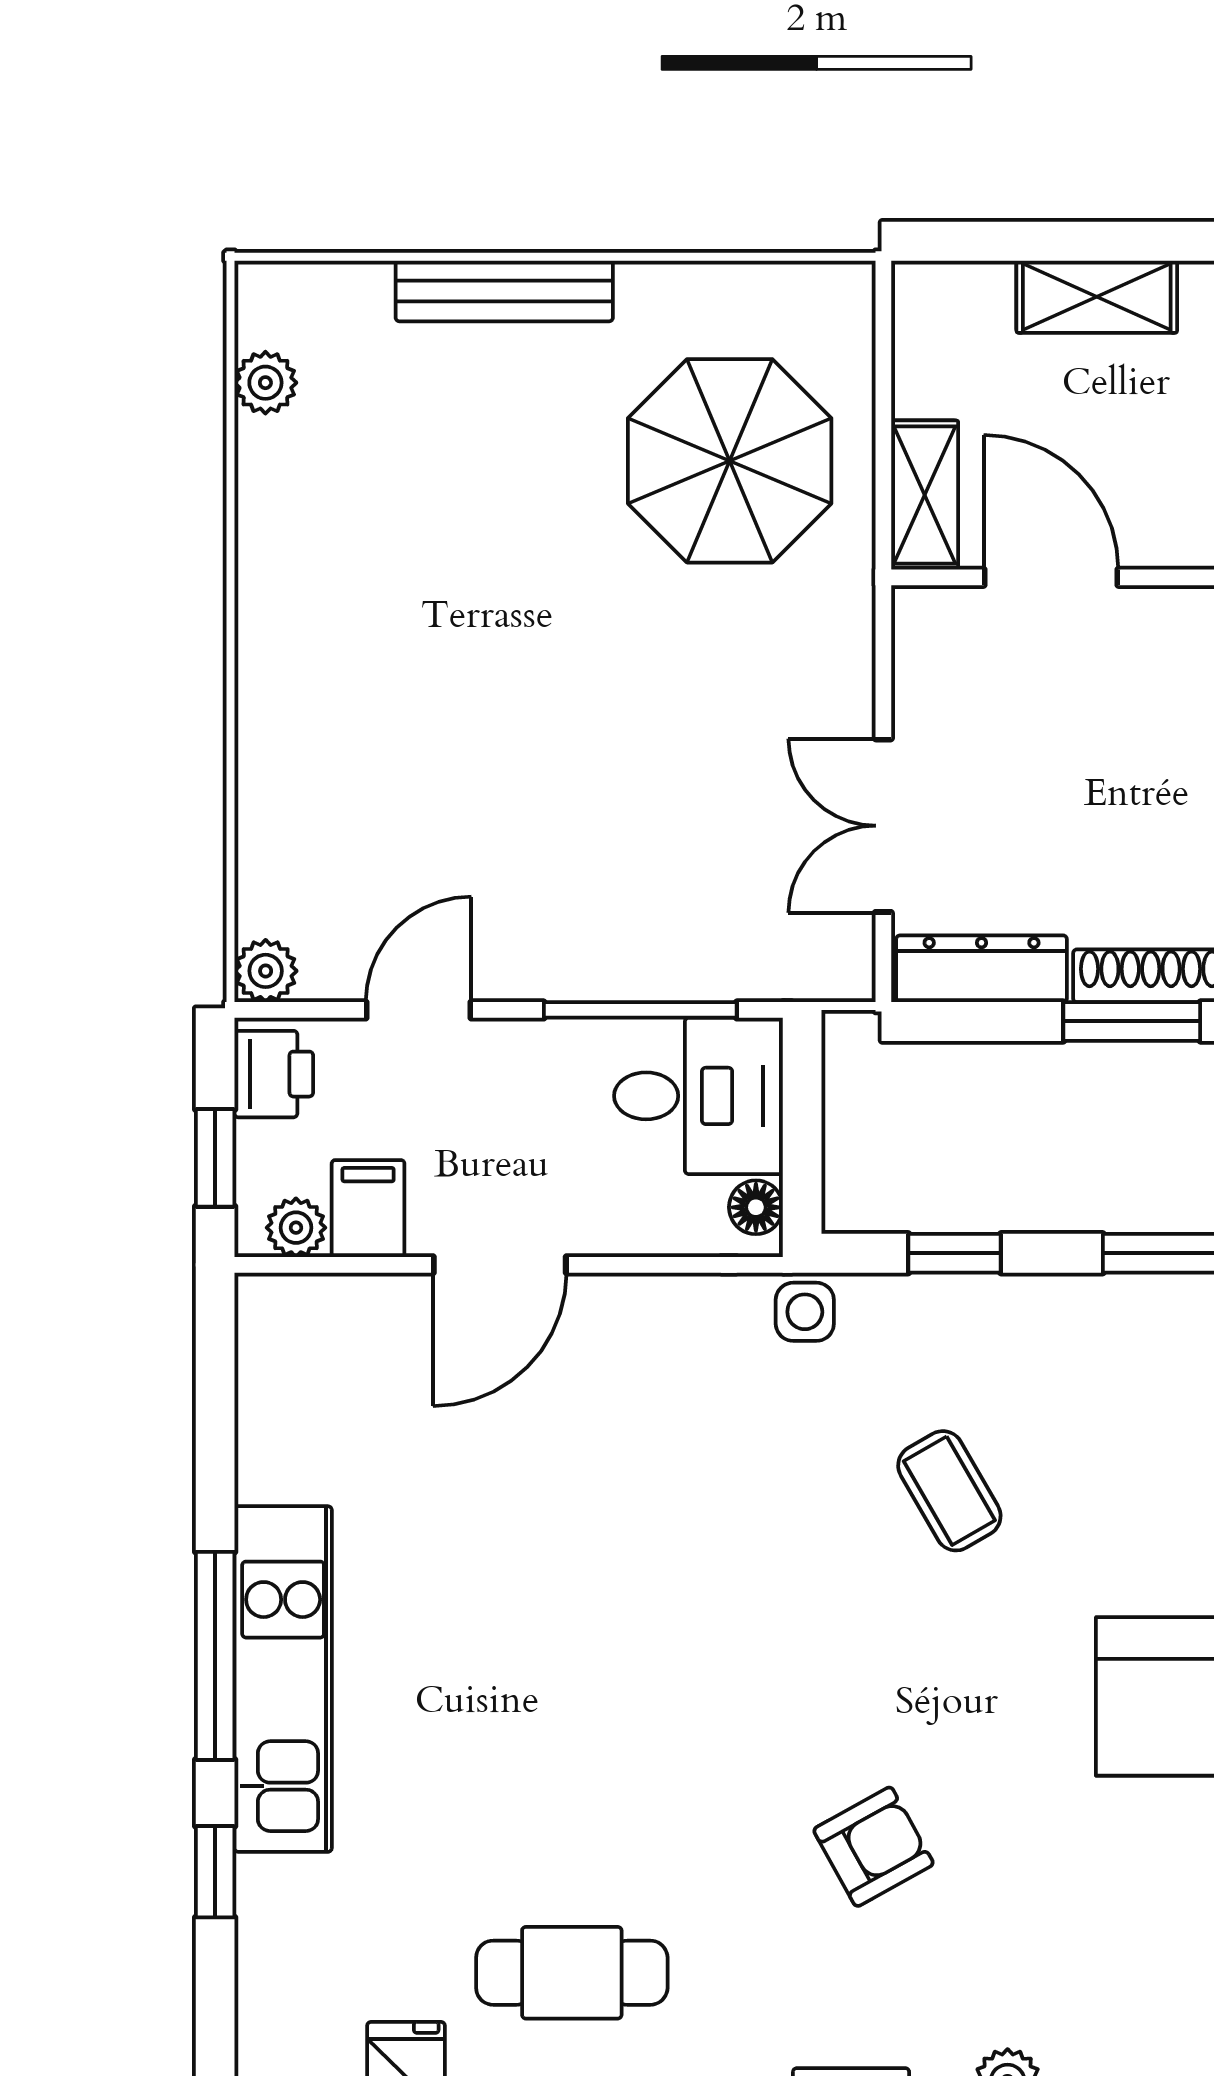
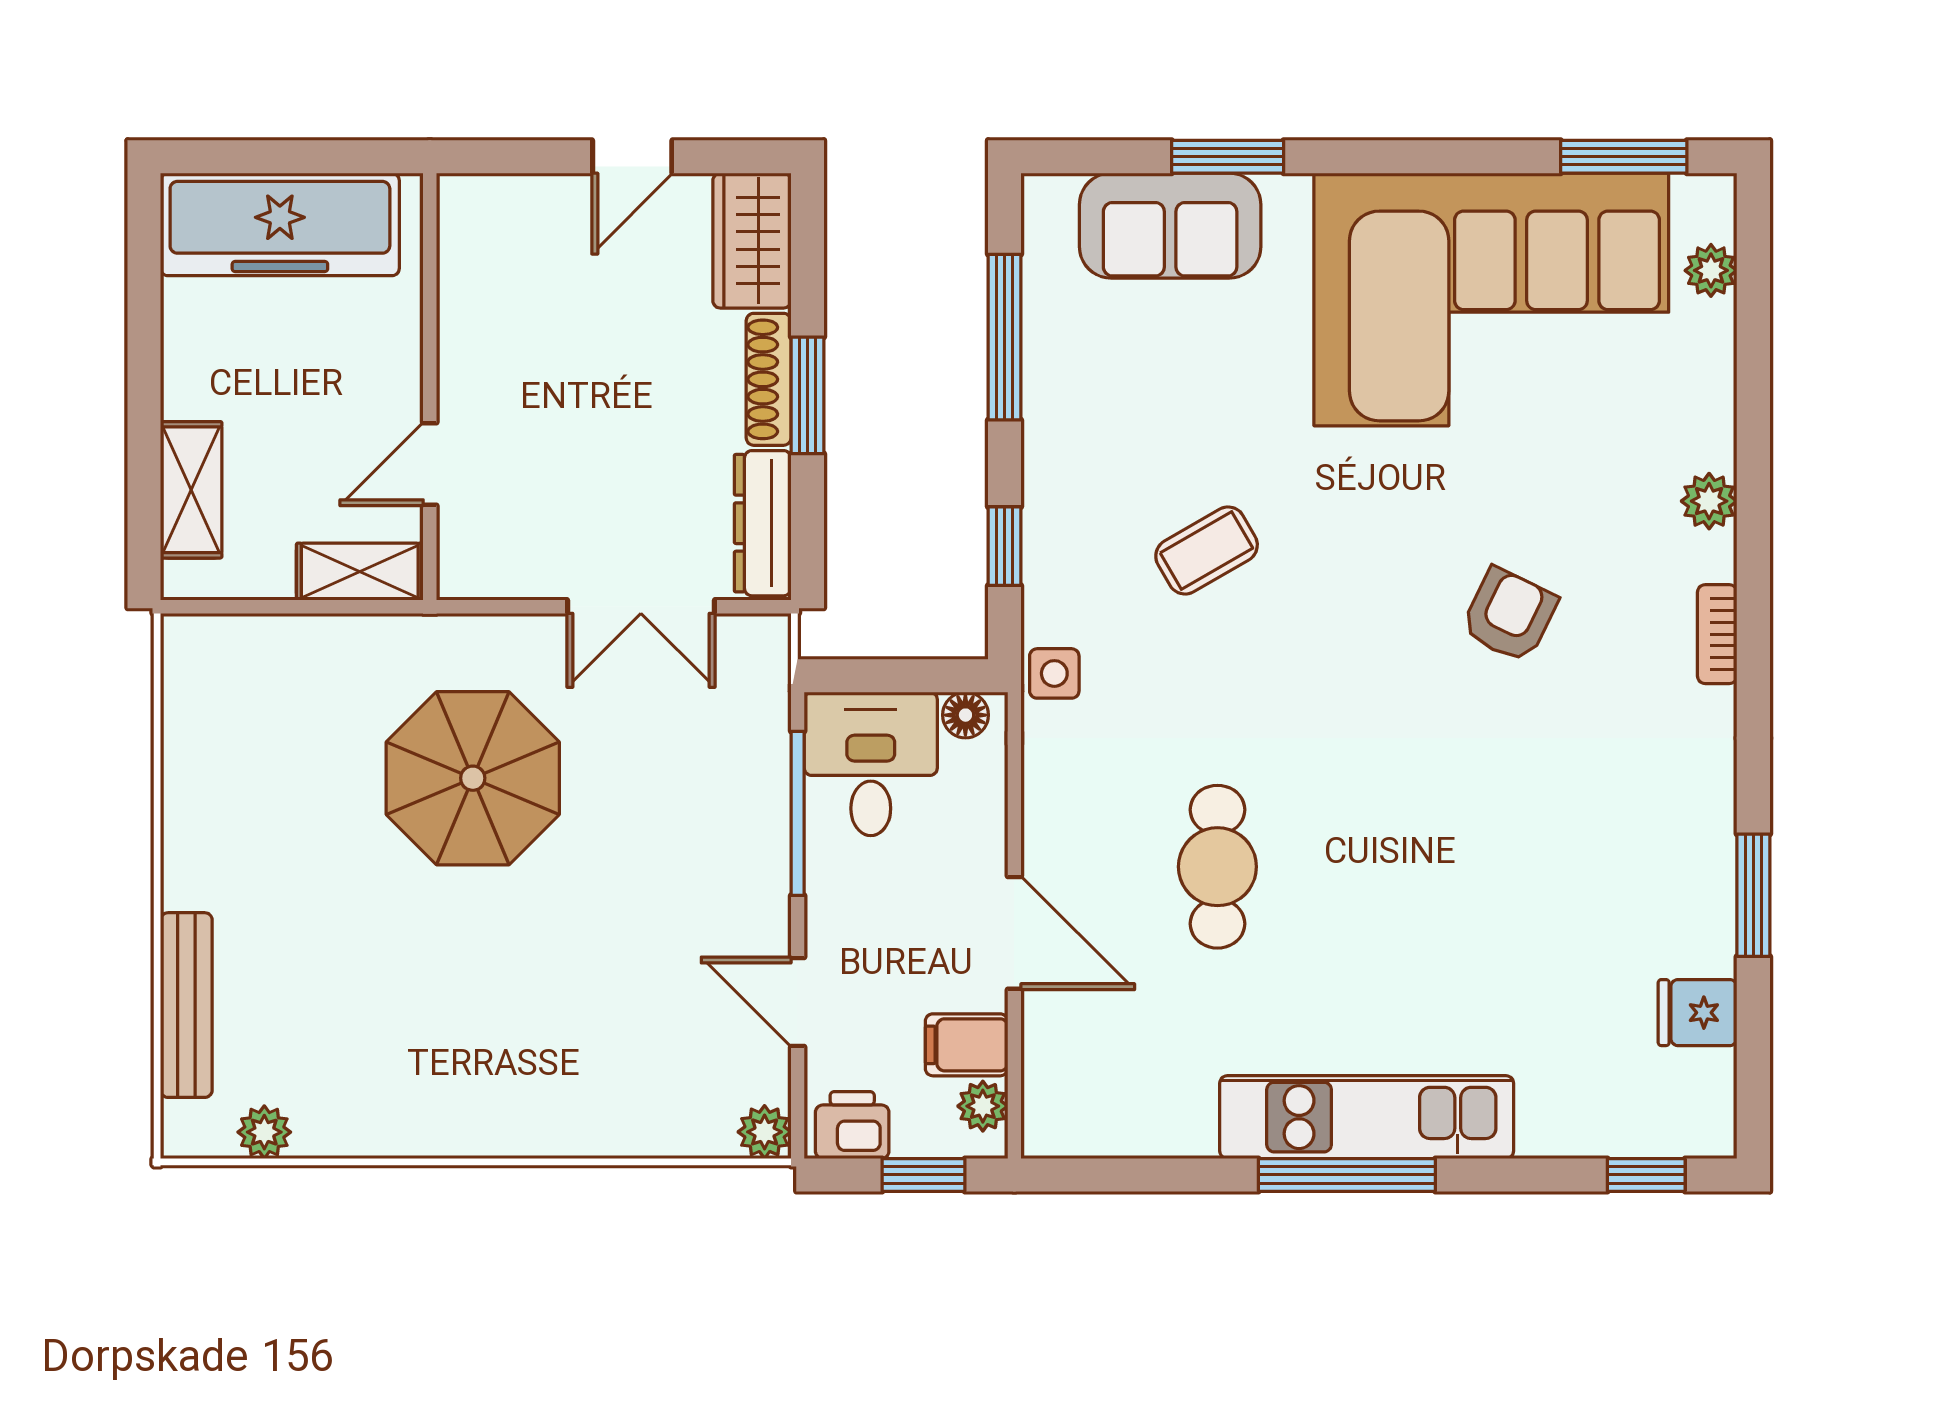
bench: (504, 291) -> (186, 1005), moved
shelving: (1097, 297) -> (191, 490), moved
parasol: (730, 461) -> (473, 778), moved
door: (1051, 577) -> (430, 464), width x0.73
armchair: (873, 1847) -> (1509, 615), turned 55
window: (215, 1872) -> (1646, 1175), moved
cafe table: (572, 1973) -> (1217, 867), moved

